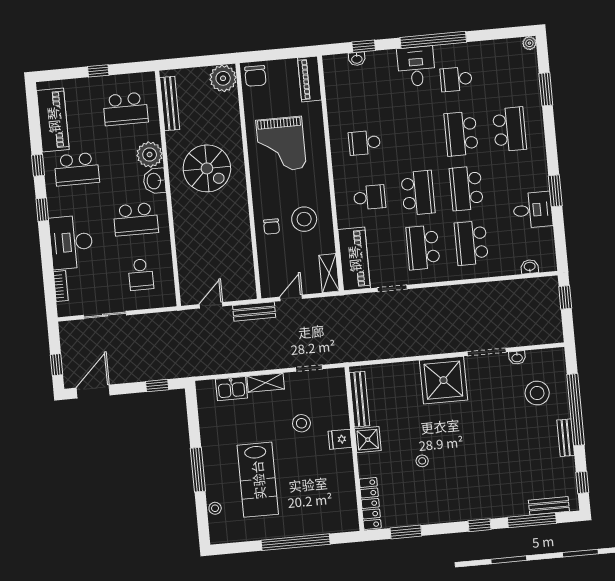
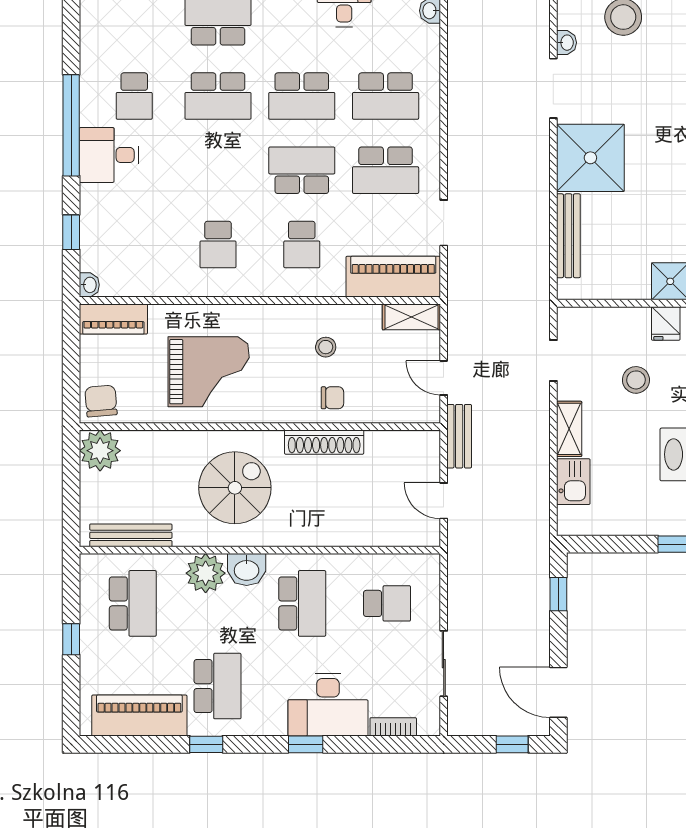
washbasin: (357, 59) -> (89, 285), moved
chair: (255, 76) -> (101, 401), turned -95
school desk: (370, 197) -> (302, 244), turned 180
window: (42, 210) -> (306, 744), moved
stool: (304, 219) -> (326, 347), width x0.53, depth x0.53
shoe rack: (242, 224) -> (324, 442), added
bench: (360, 399) -> (568, 236), moved, turned 90

